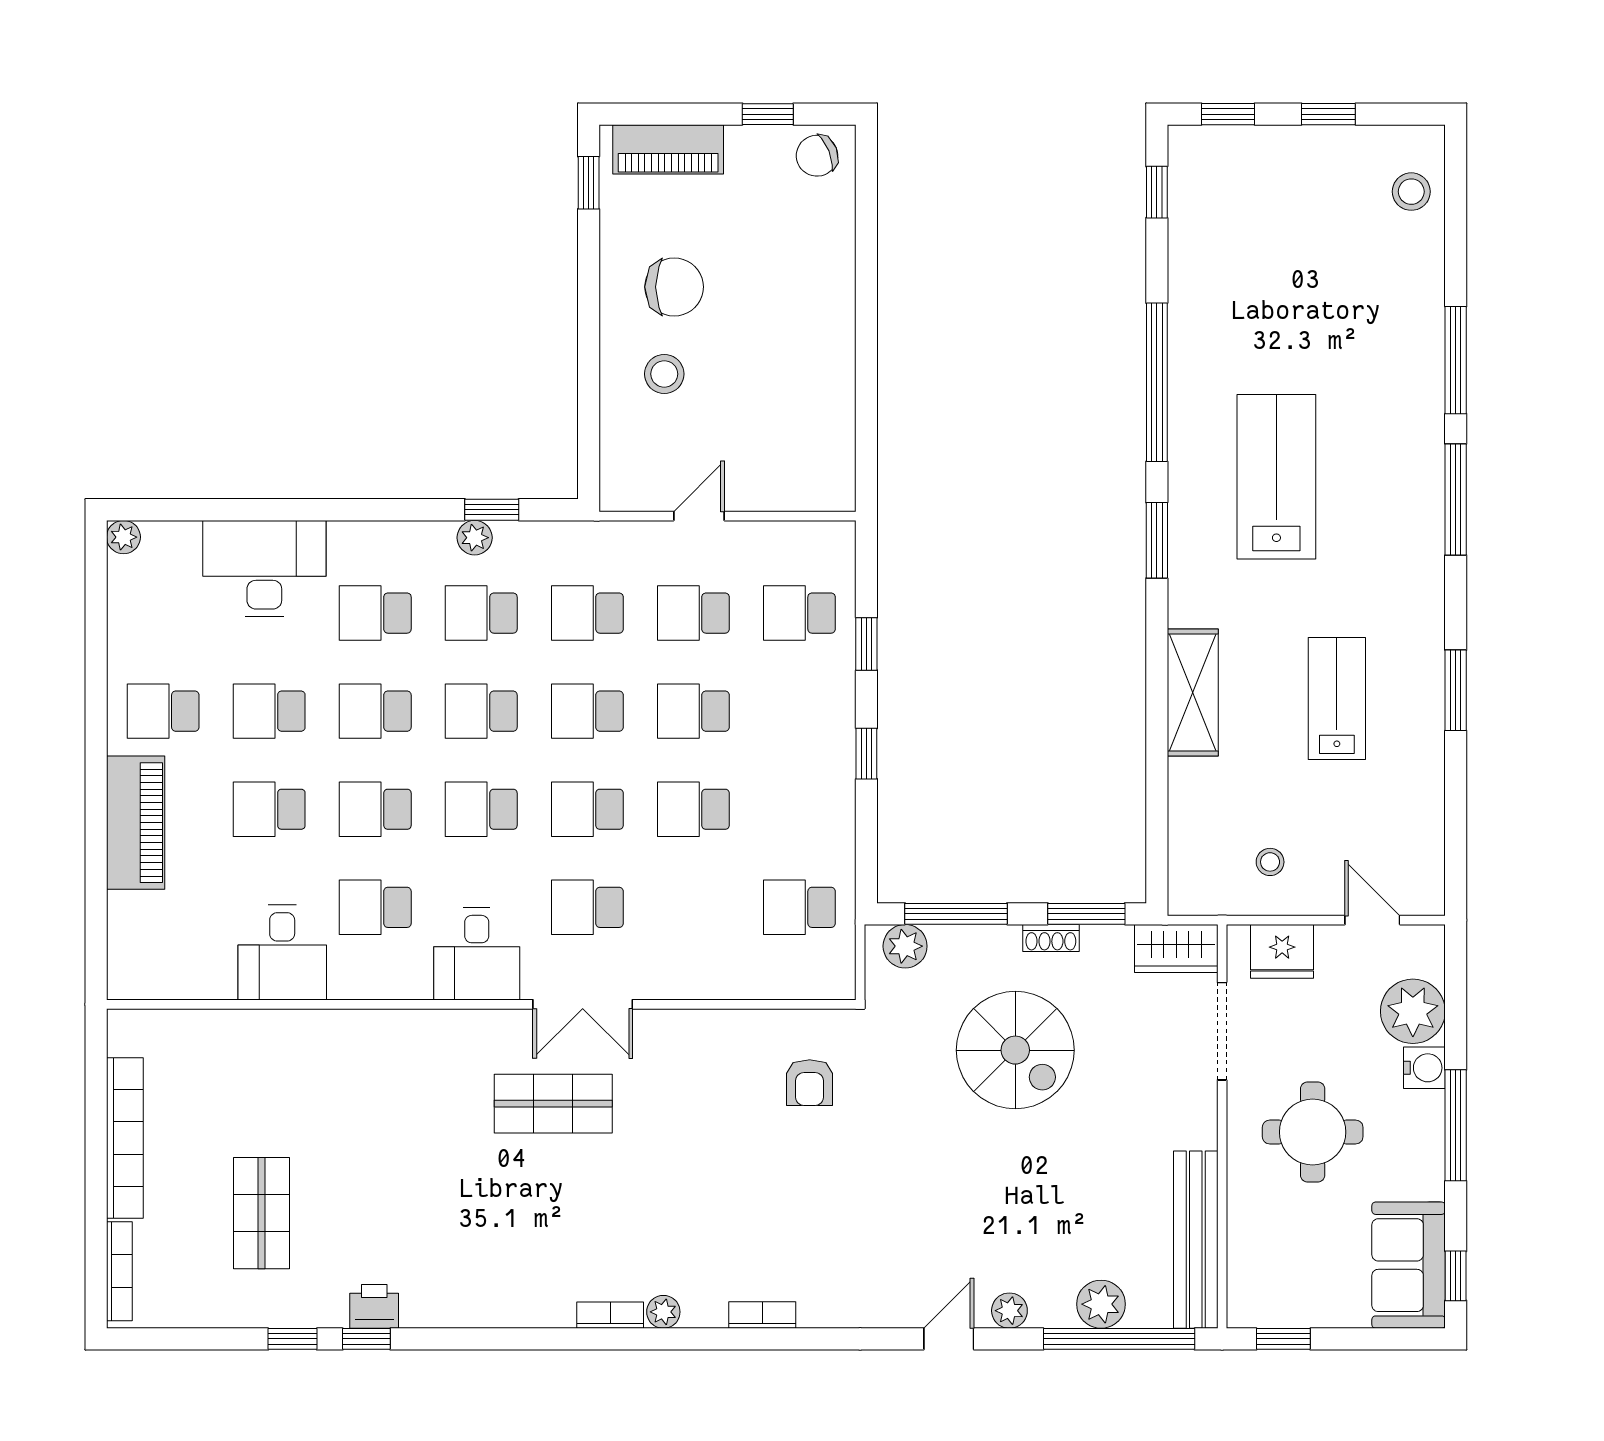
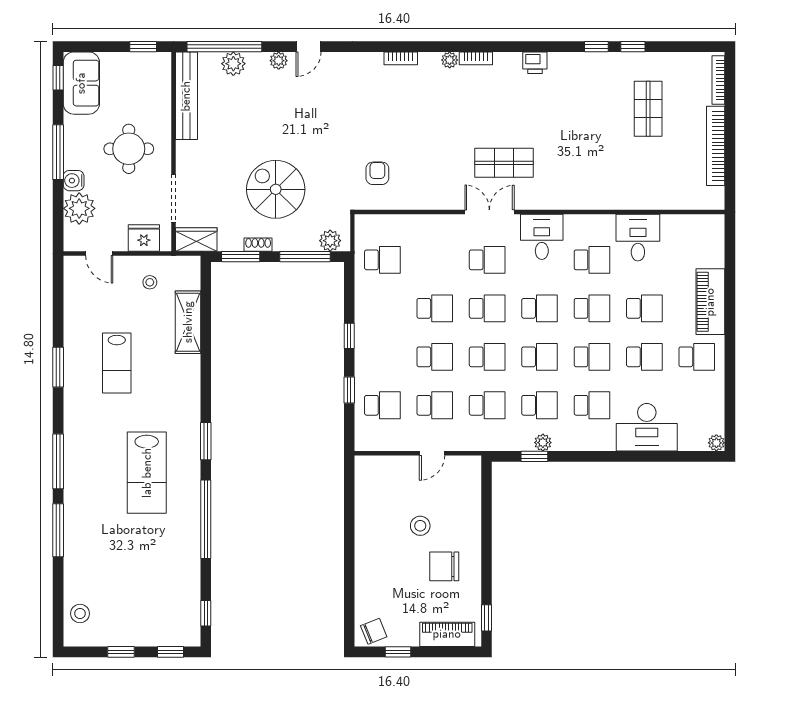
stool: (664, 374) -> (420, 526), moved
shelving: (1193, 692) -> (188, 322), moved
printer: (374, 1306) -> (535, 63), moved

